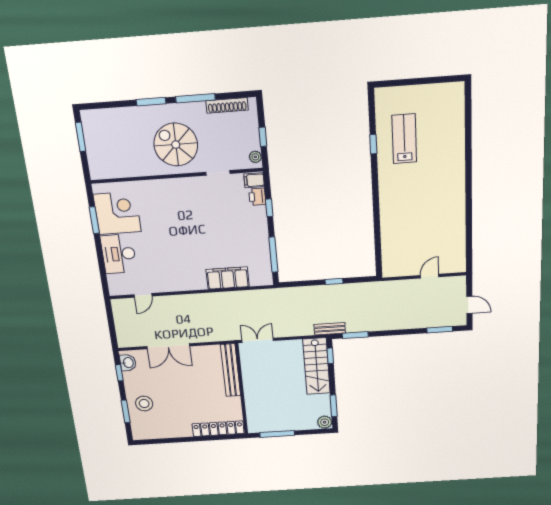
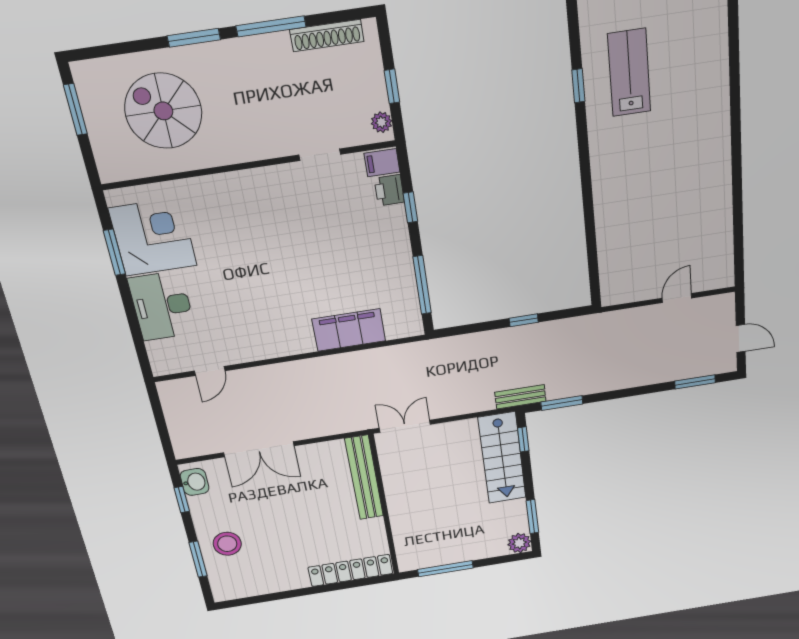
spiral stairs: (176, 145) -> (163, 111), moved

